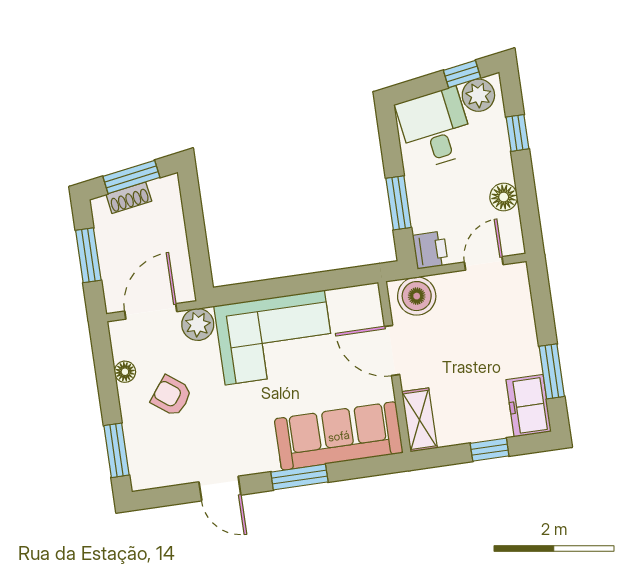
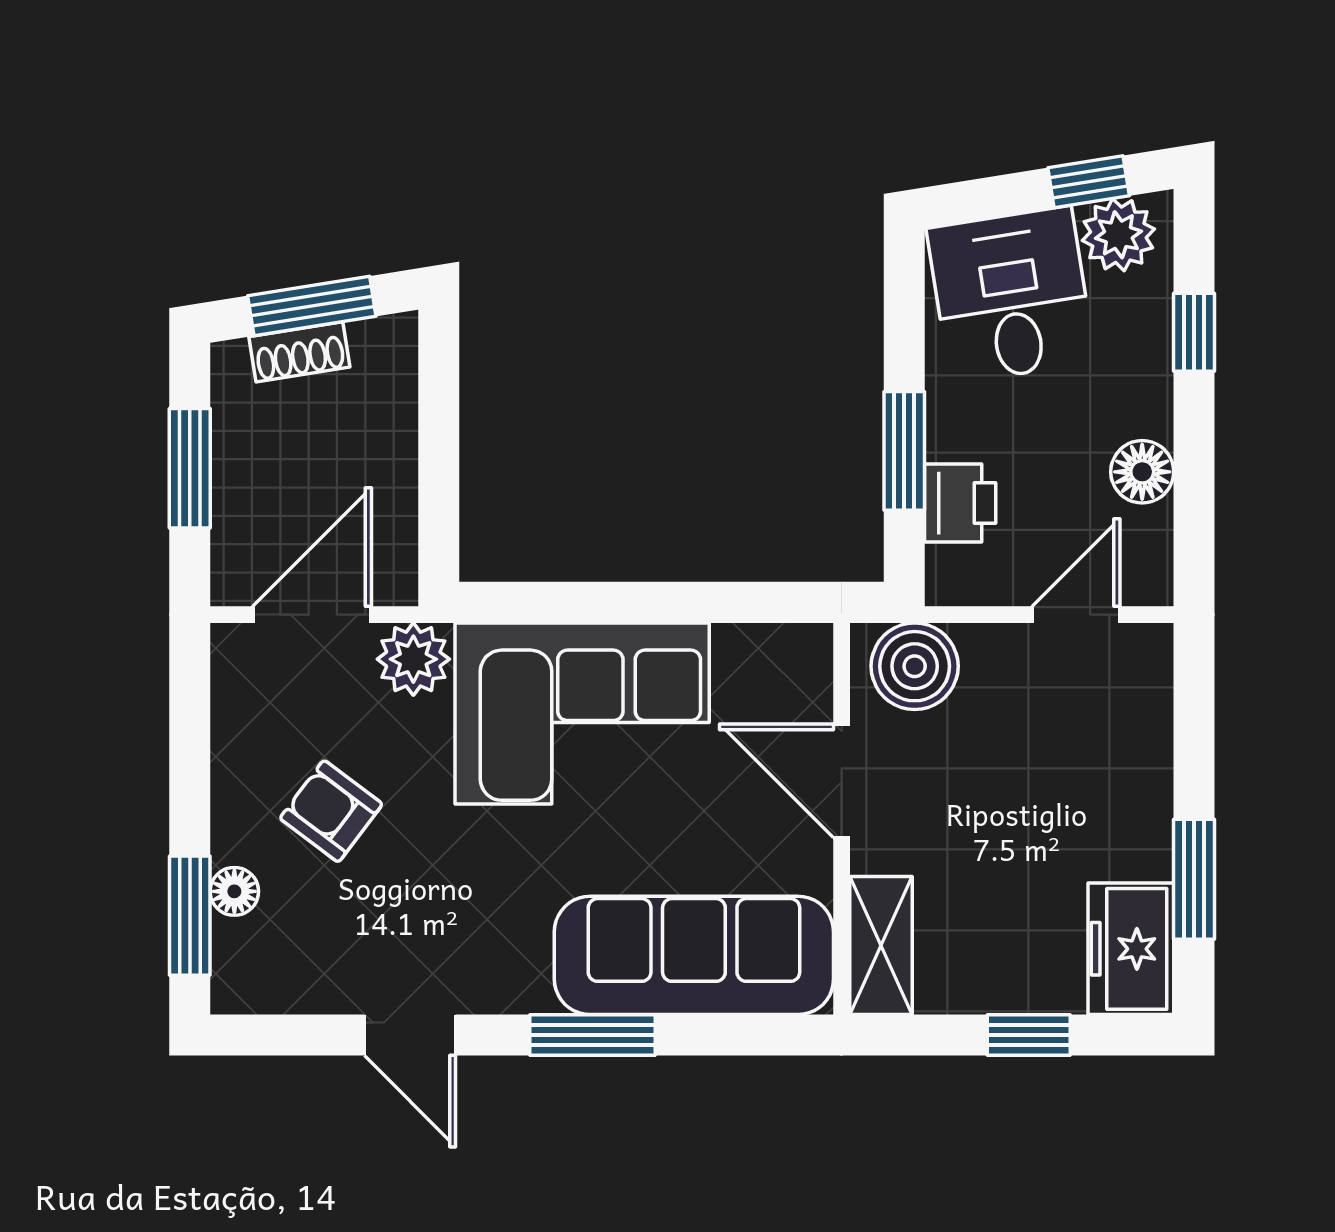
printer: (430, 250) -> (960, 503), moved
floor lamp: (125, 372) -> (234, 891), moved

